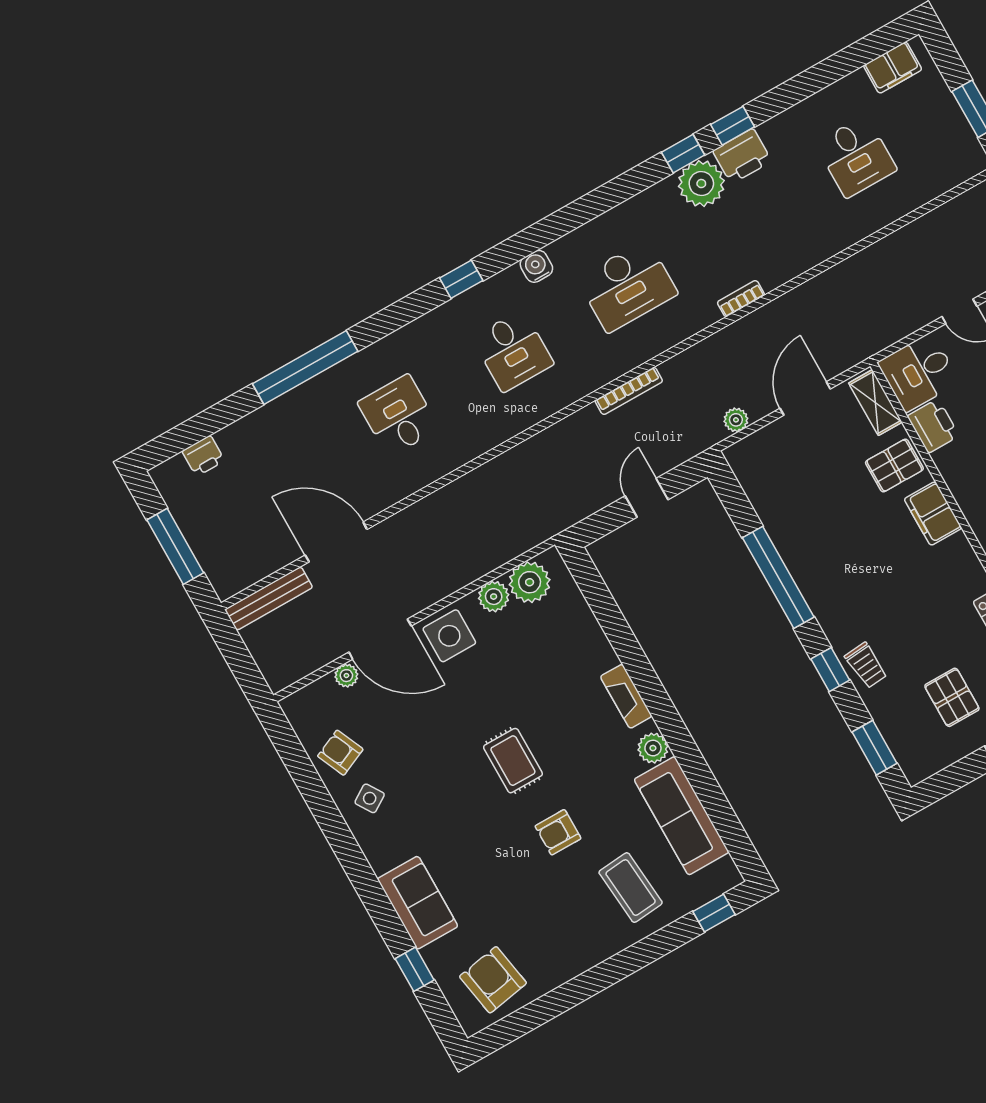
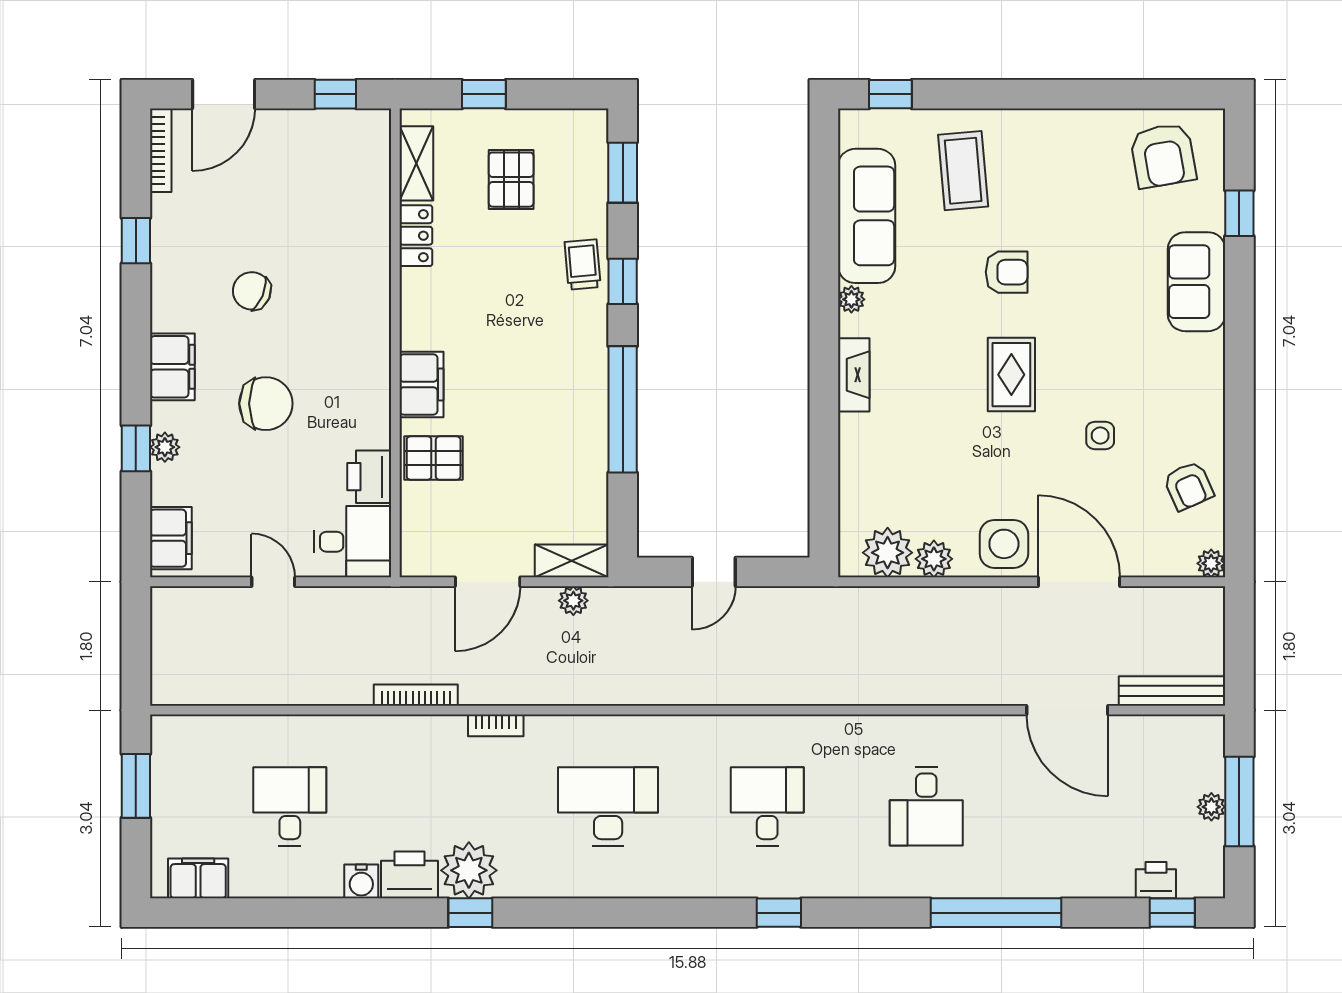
window: (733, 126) -> (1172, 913), moved
water cooler: (536, 266) -> (361, 881), moved
bookcase: (629, 391) -> (416, 695), moved
shelving: (875, 403) -> (572, 561), moved, turned 90
plant: (193, 531) -> (1211, 807), added
plant: (346, 676) -> (1211, 563), moved
plant: (653, 748) -> (851, 299), width x0.73, depth x0.73
side table: (370, 798) -> (1100, 435), moved, turned 33

